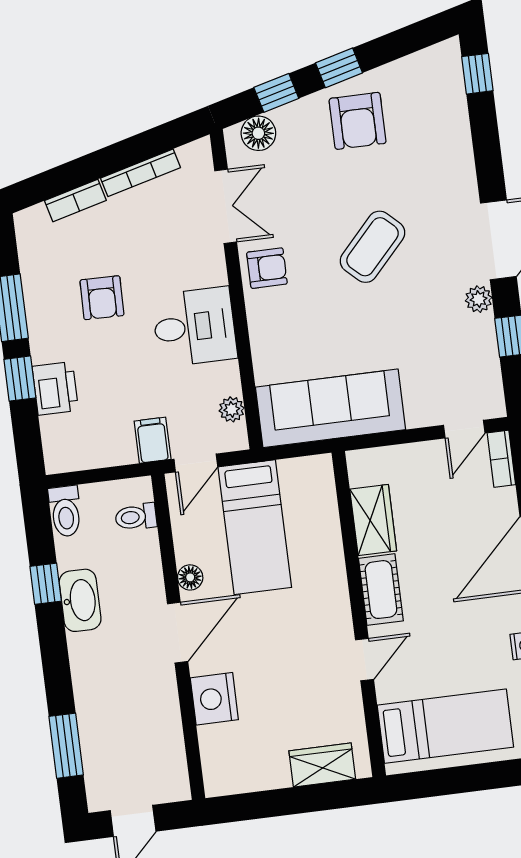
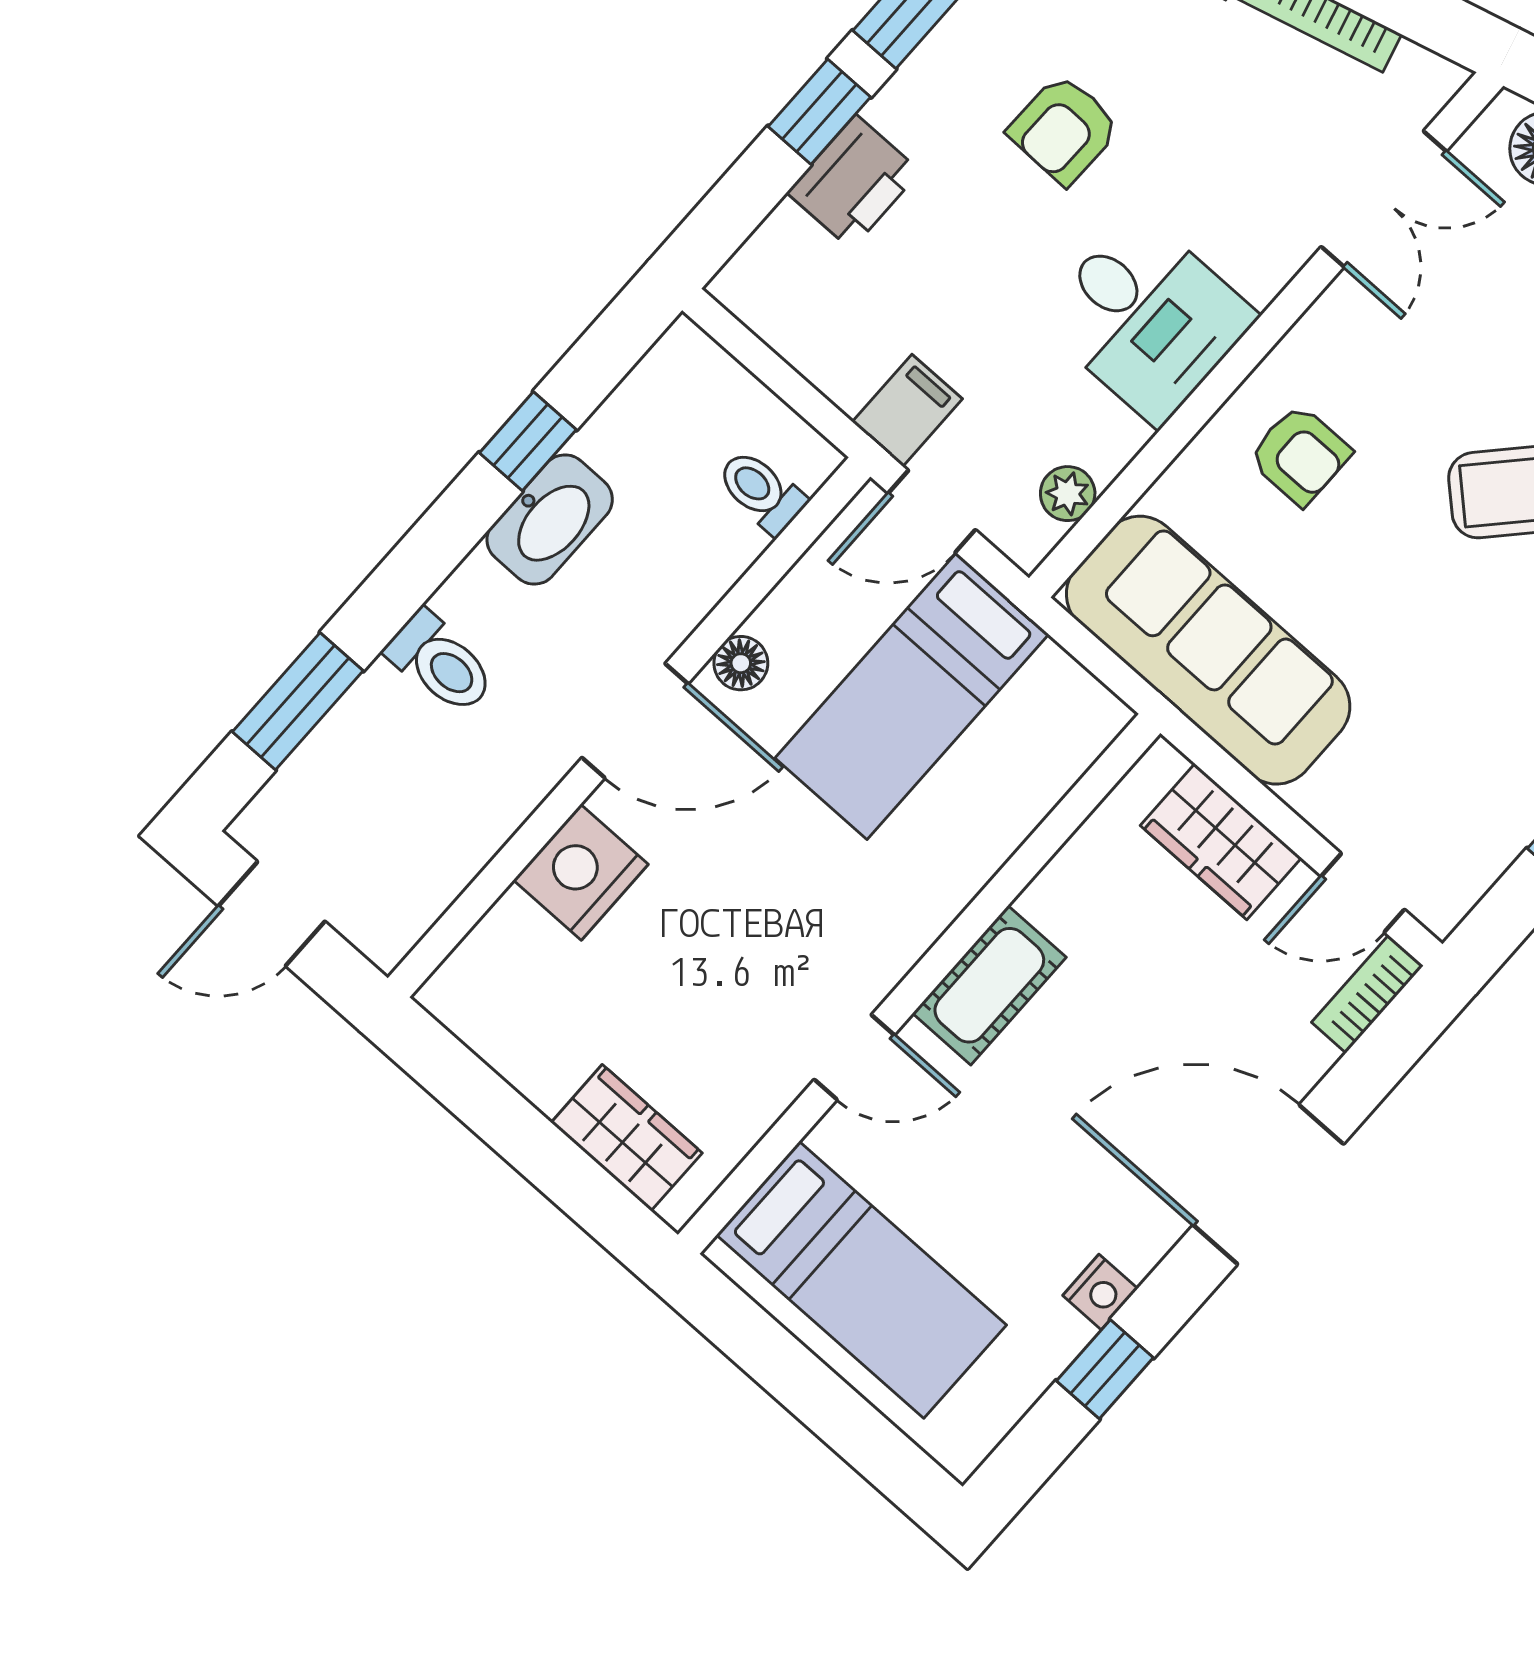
armchair: (267, 268) -> (1300, 455), moved
toilet: (65, 511) -> (441, 663), moved, turned -90
wardrobe: (373, 520) -> (1221, 842), moved, turned 90

